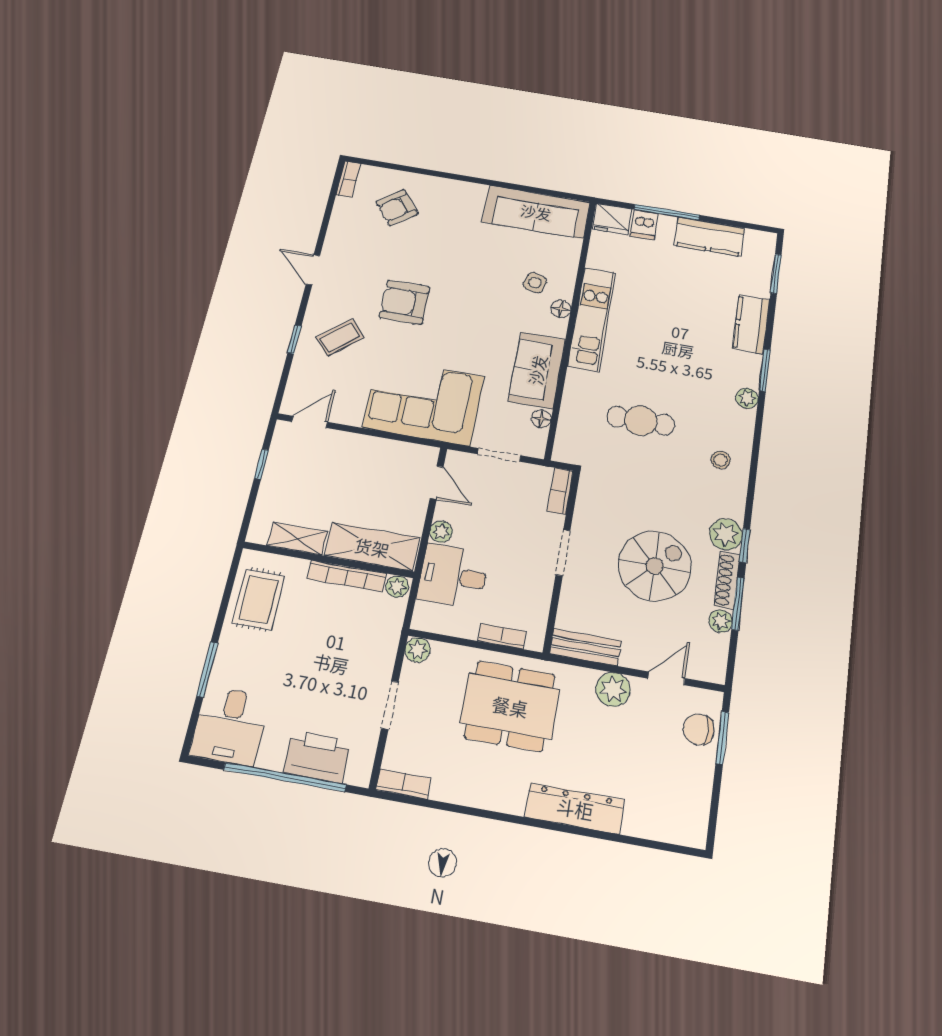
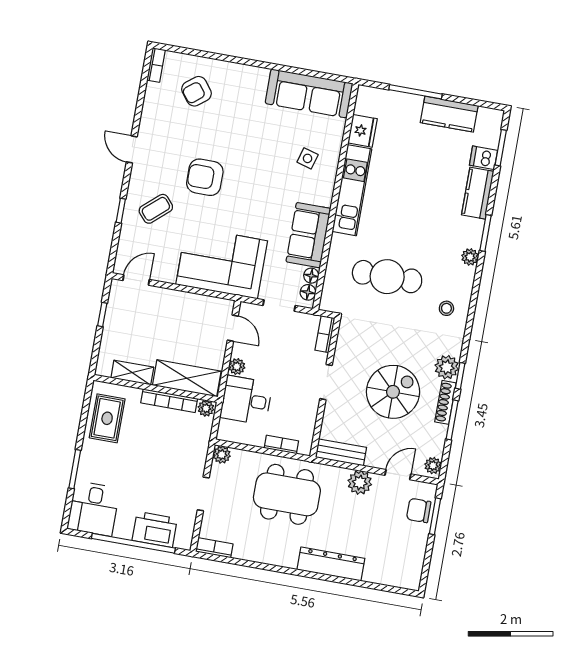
fridge: (612, 219) -> (362, 131), moved, turned -90
dishwasher: (644, 225) -> (483, 158), moved, turned 90
floor lamp: (561, 309) -> (308, 292), moved
cafe table: (641, 421) -> (387, 277), width x1.37, depth x1.35
plant: (721, 621) -> (433, 466), moved

